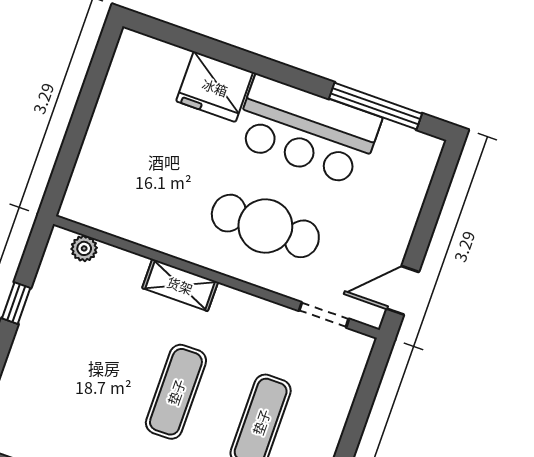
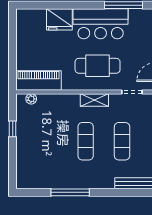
piano: (116, 212) -> (39, 80), added
shelving: (180, 285) -> (94, 100), moved

